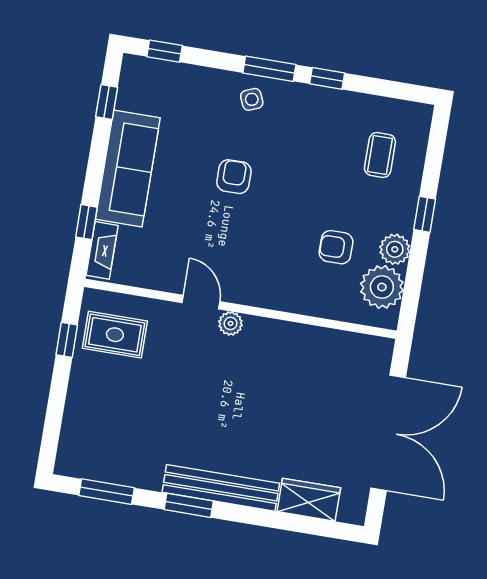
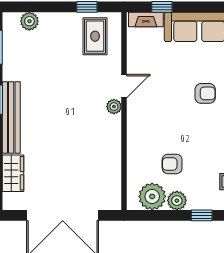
armchair: (336, 247) -> (172, 164), turned -90
plant: (74, 434) -> (29, 21), added

